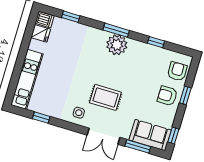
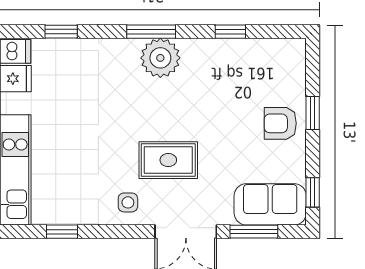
armchair: (177, 71) -> (285, 74), removed

